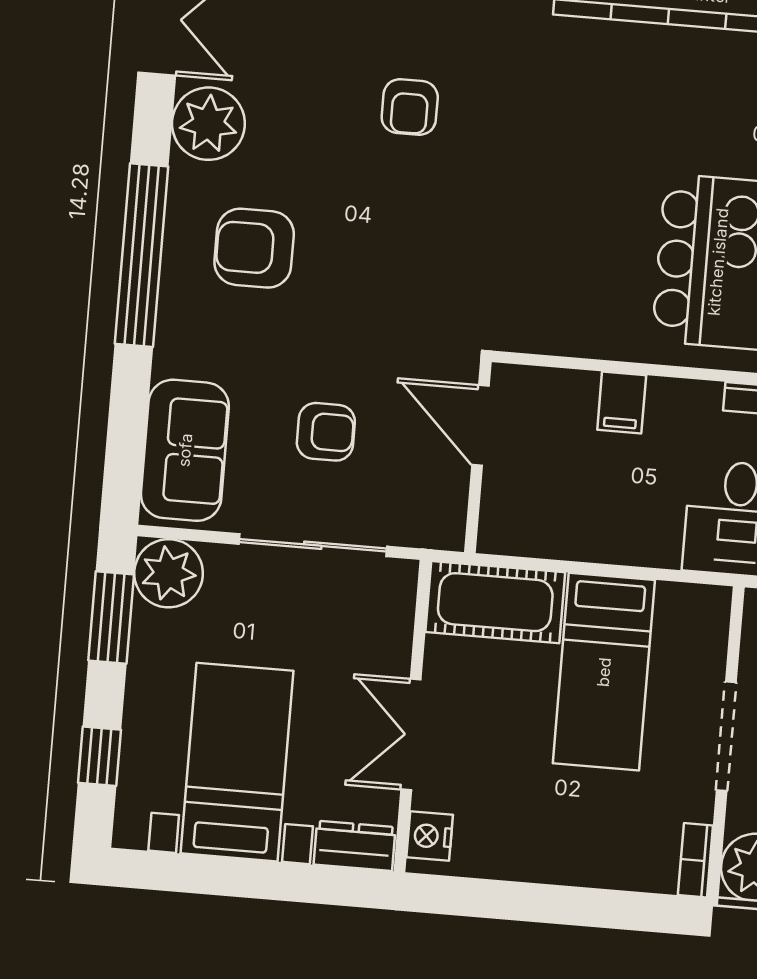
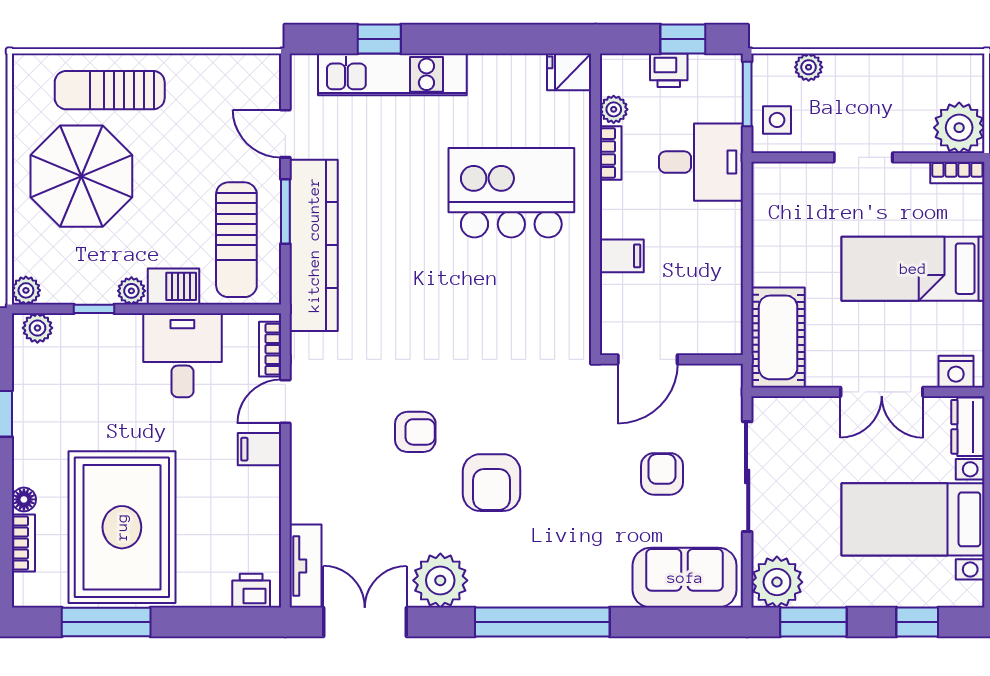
armchair: (254, 248) -> (492, 483), moved
bed: (604, 672) -> (913, 269), moved, turned 180
doorway: (726, 736) -> (863, 157), width x0.73

